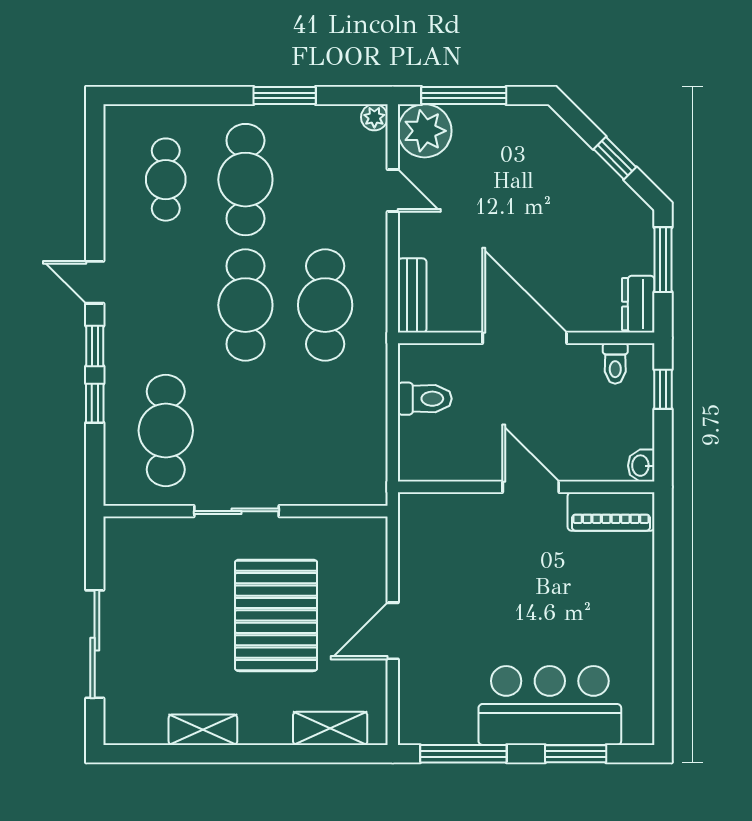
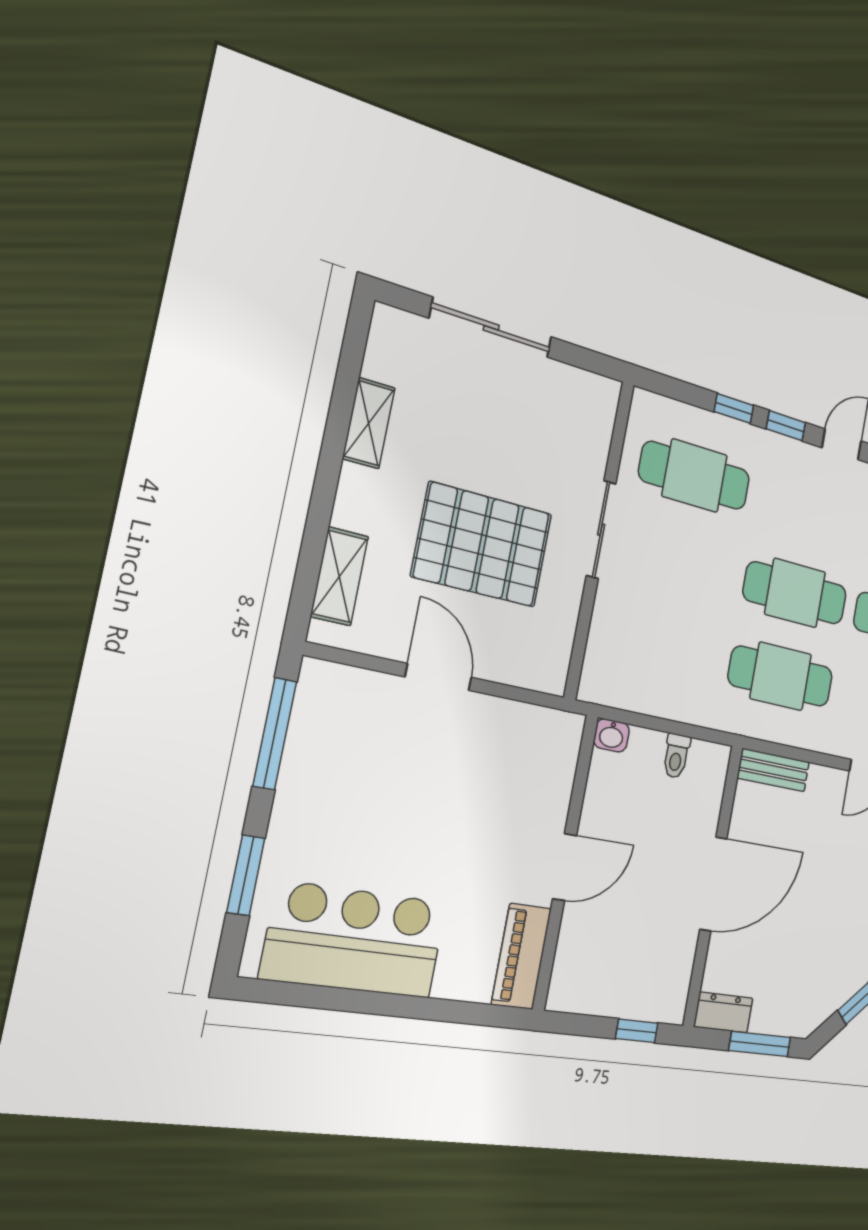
toilet: (615, 363) -> (671, 980), removed
toilet: (425, 399) -> (676, 756), width x0.73, depth x0.72
washbasin: (641, 466) -> (611, 735), moved, turned 180
bar counter: (550, 705) -> (355, 940), moved, turned -90

